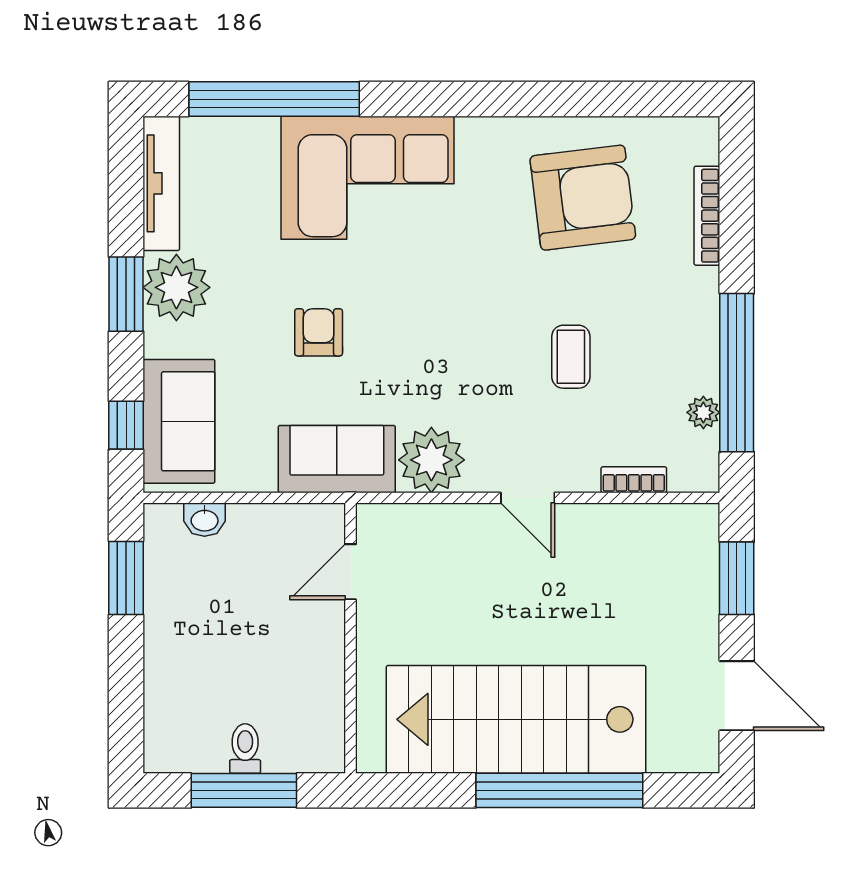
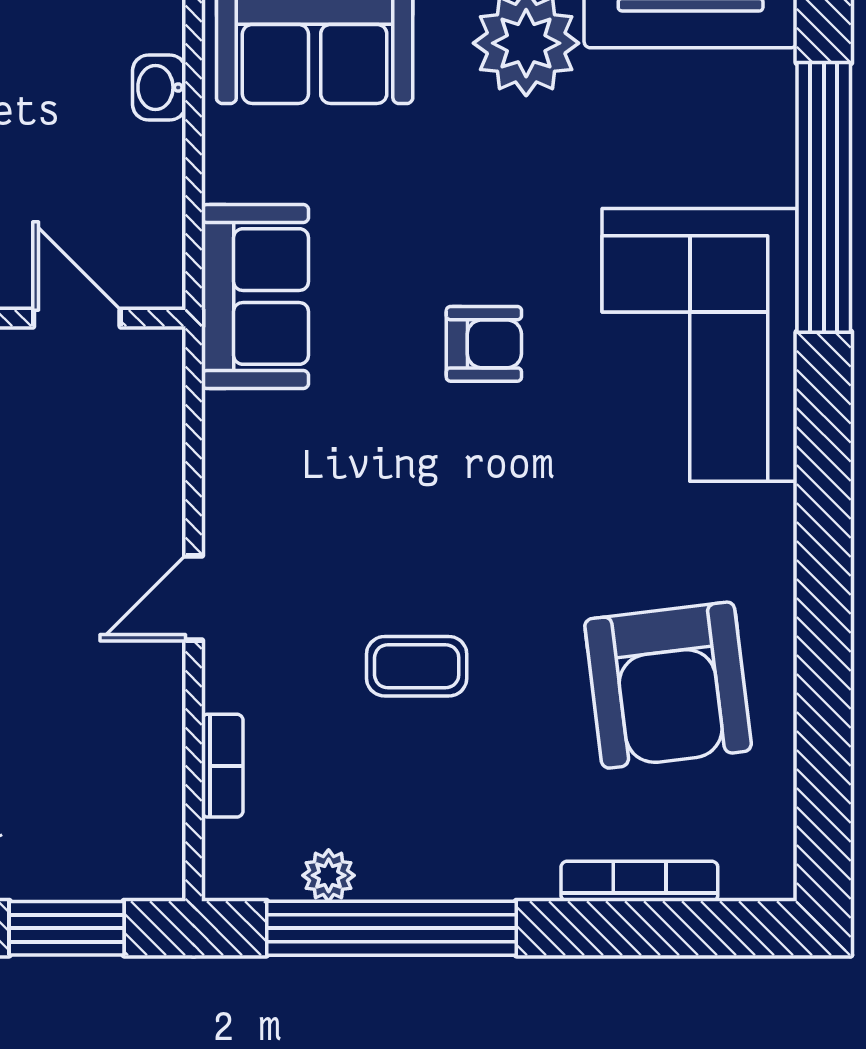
armchair: (319, 332) -> (484, 344), moved
plant: (431, 460) -> (254, 446), removed

